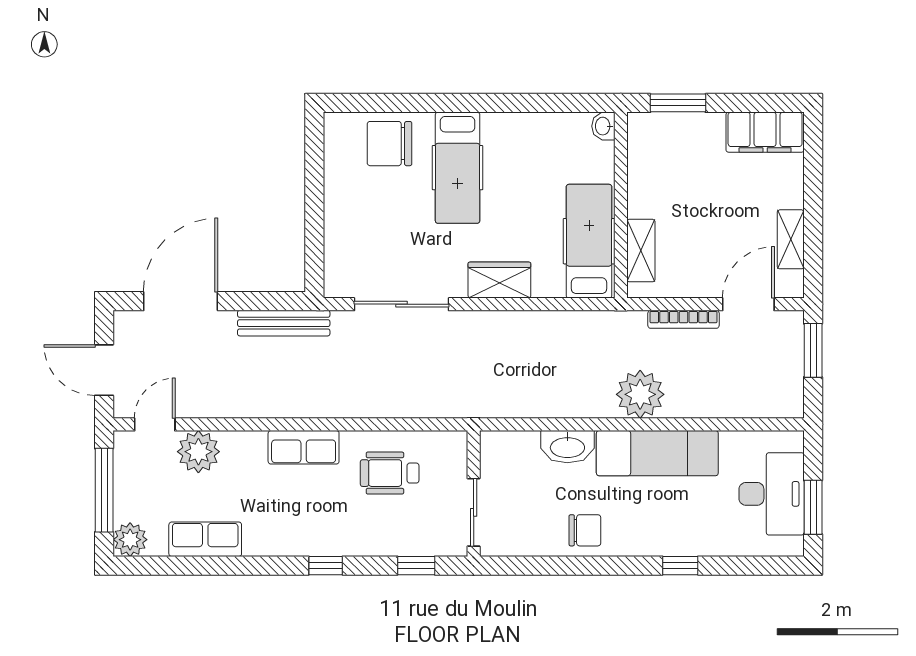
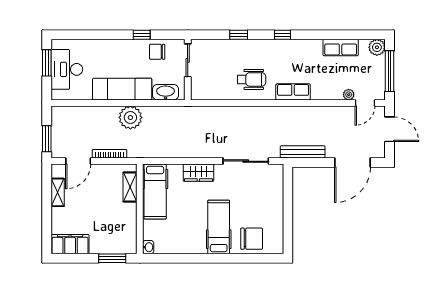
plant: (198, 452) -> (349, 95), width x0.53, depth x0.53
wall: (474, 493) -> (188, 70), moved
sliding door: (474, 512) -> (188, 60), moved
window: (680, 566) -> (142, 35), moved

